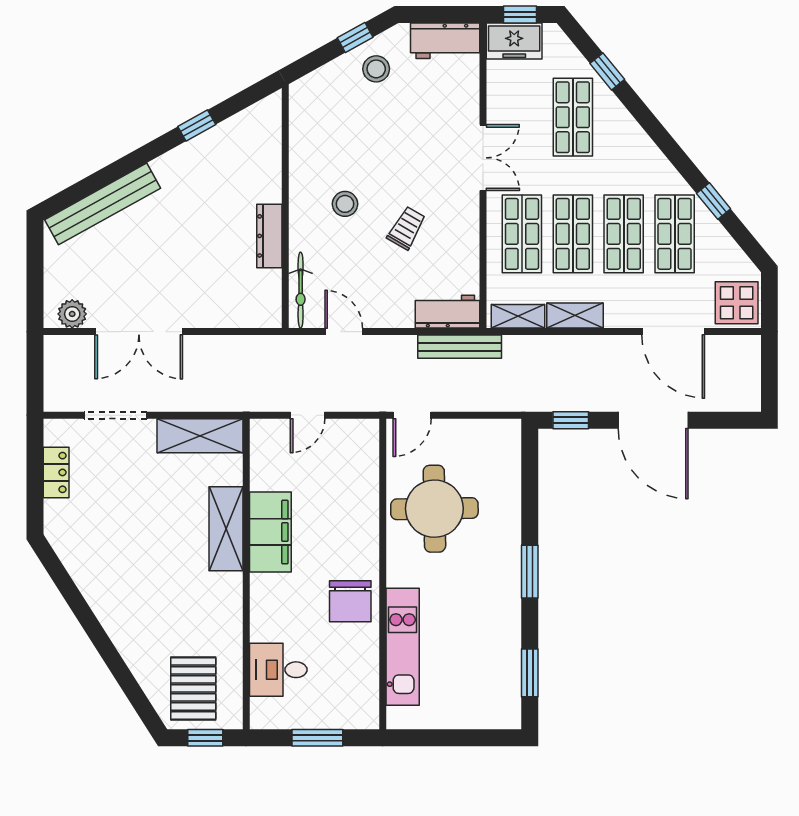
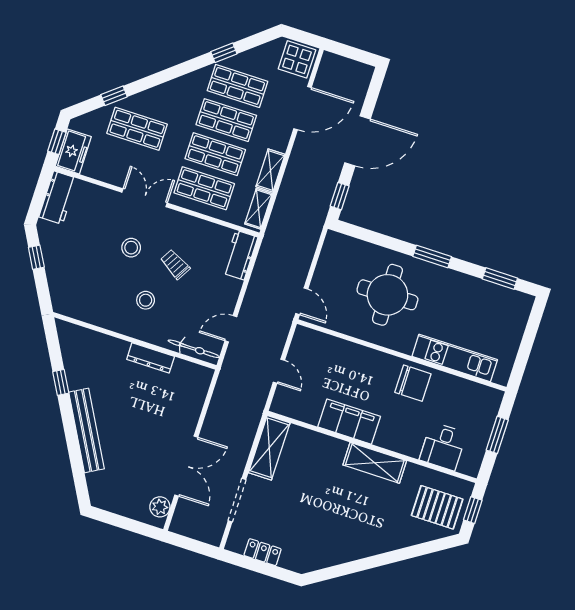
stool: (376, 69) -> (131, 248), moved
bench: (103, 204) -> (87, 430), moved
bench: (460, 347) -> (266, 254), removed
round table: (434, 509) -> (387, 295), moved
shelving: (226, 529) -> (375, 463), moved

